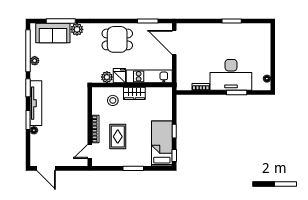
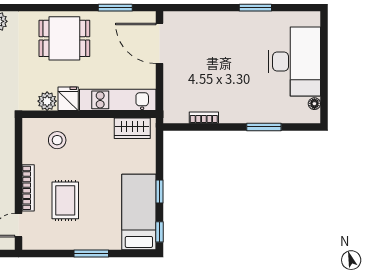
desk: (231, 75) -> (295, 62), moved, turned -90
wardrobe: (134, 93) -> (132, 128), moved

